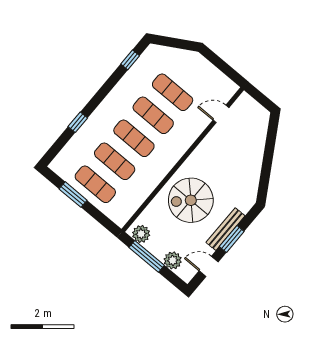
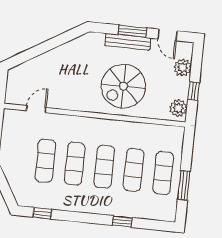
door: (221, 114) -> (36, 109), swing flipped
spiral stairs: (191, 200) -> (123, 86), turned 90
window: (147, 256) -> (194, 91), width x0.46

